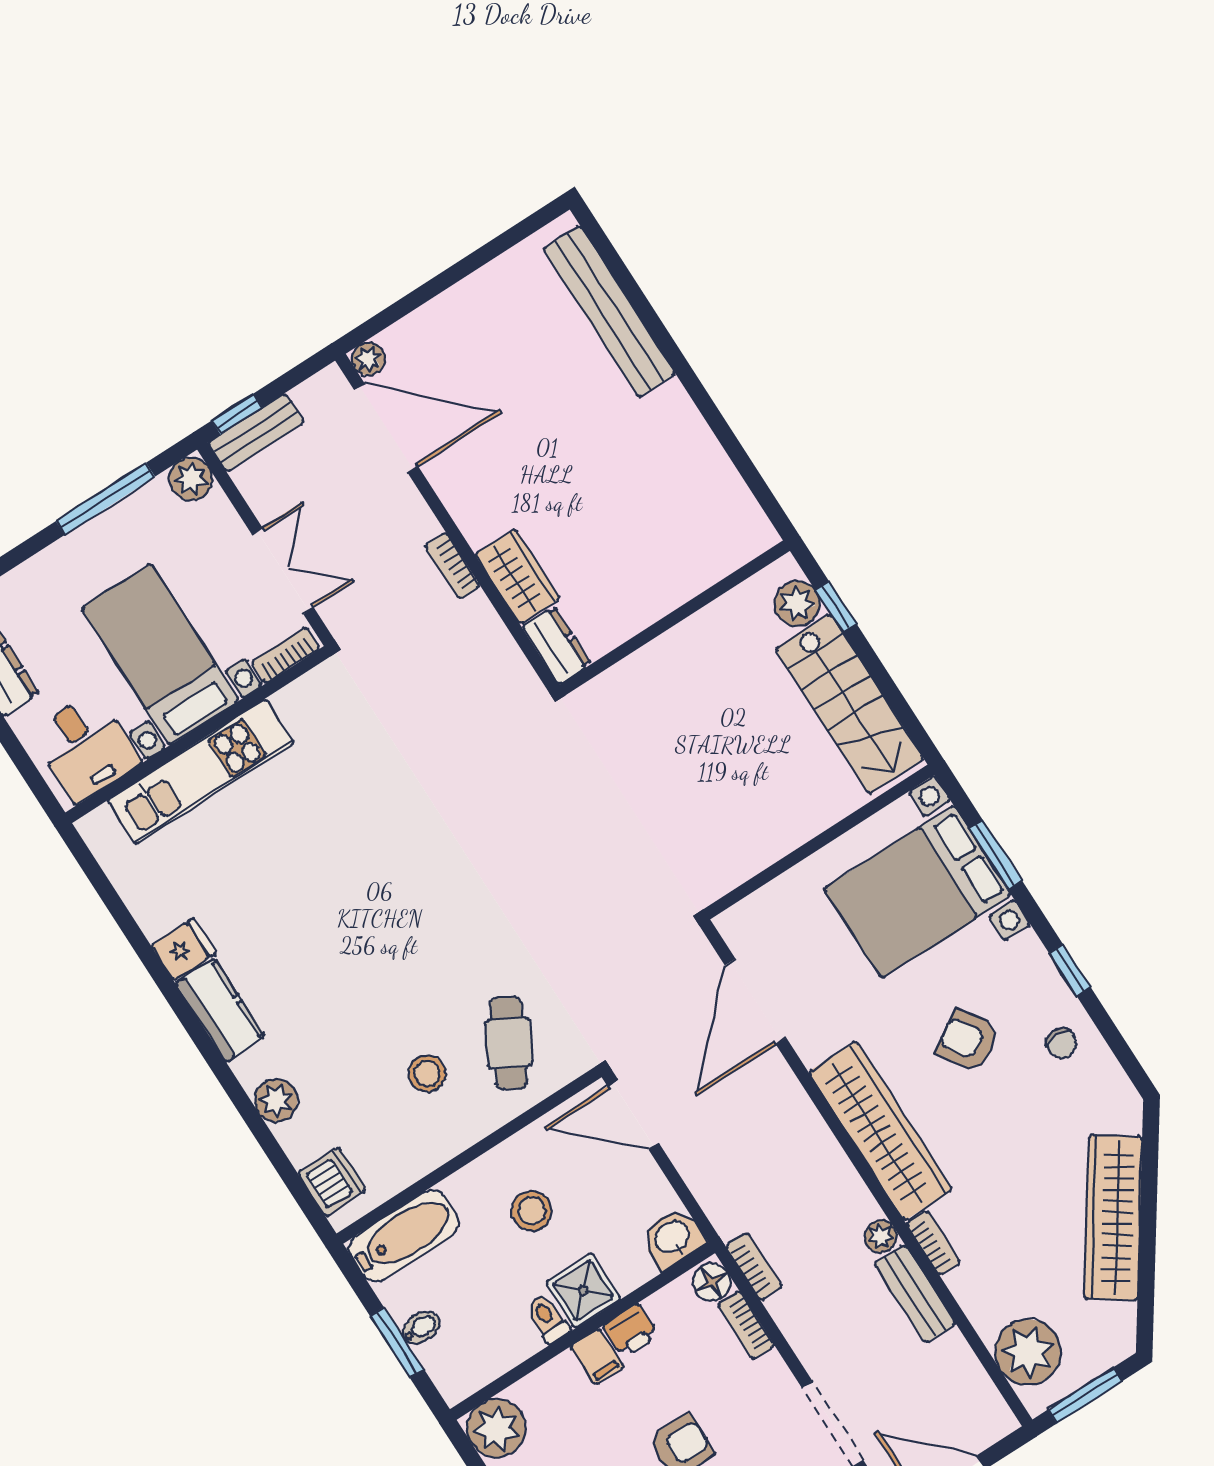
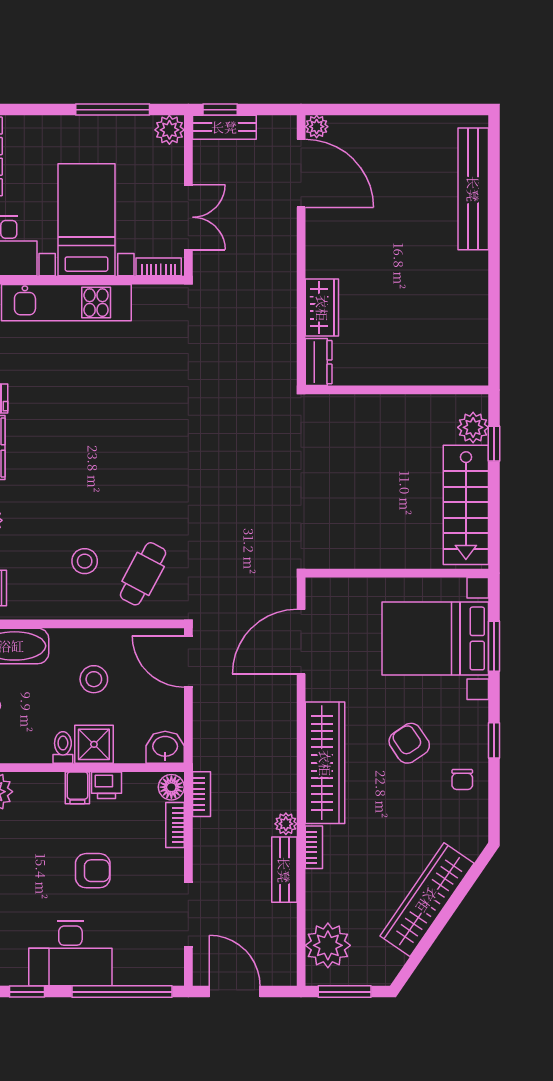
bookcase: (452, 566) -> (288, 278), removed

